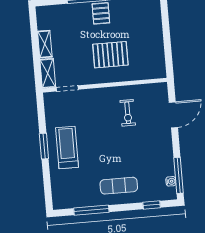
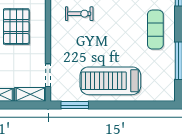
window: (44, 146) -> (75, 105), moved
treadmill: (67, 148) -> (110, 81), width x1.37, depth x1.38

